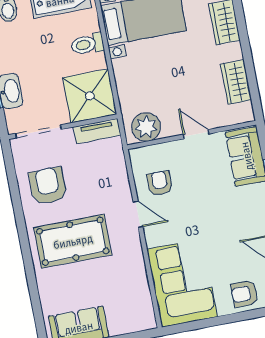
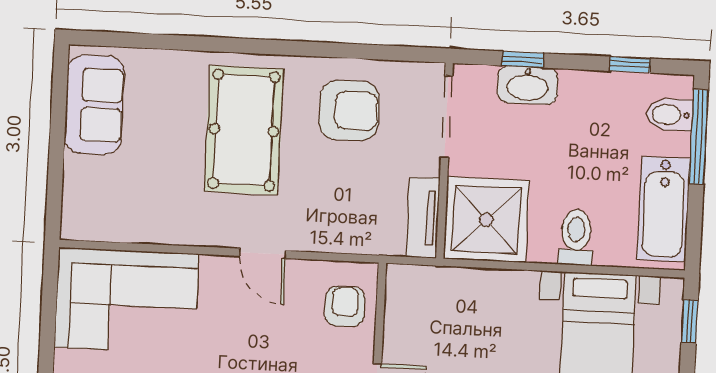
plant: (146, 127) -> (409, 304), removed
armchair: (160, 183) -> (345, 306), moved, turned -90
door: (138, 214) -> (263, 253), hinge flipped

